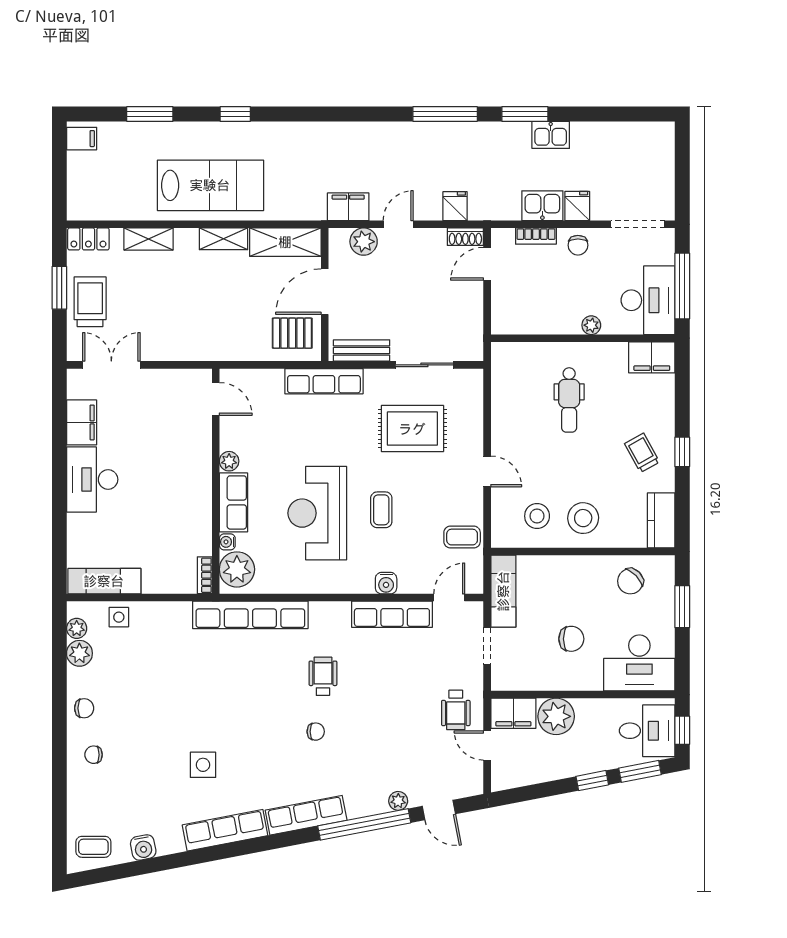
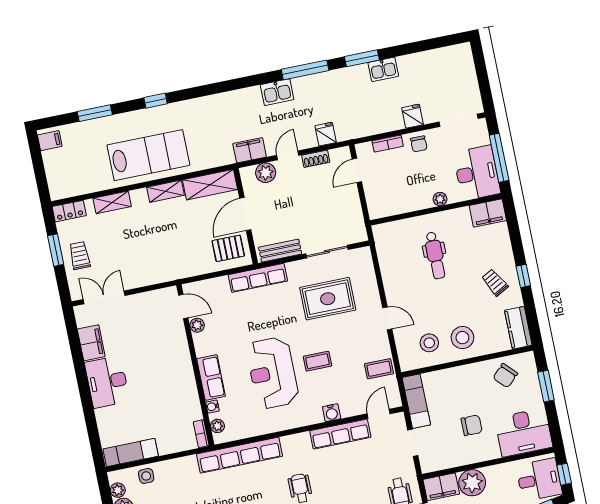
kitchen sink: (542, 206) -> (277, 92), moved, turned 180
shoe rack: (465, 237) -> (316, 159), moved
trolley: (90, 302) -> (80, 256), width x0.73, depth x0.72
plant: (229, 461) -> (197, 325), moved
coffee table: (381, 510) -> (317, 361), turned 90
plant: (237, 569) -> (217, 426), width x0.53, depth x0.53

